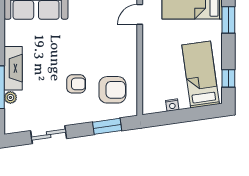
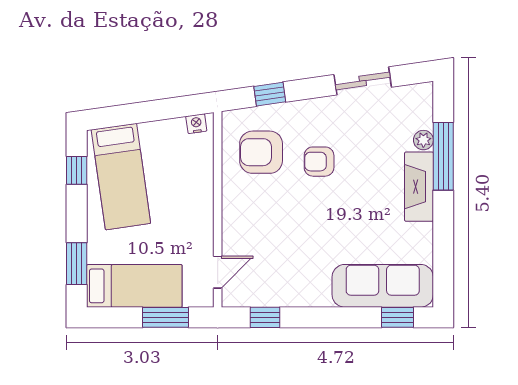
nightstand: (172, 105) -> (196, 124), moved
window: (107, 126) -> (270, 94), width x0.67

